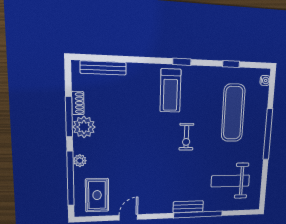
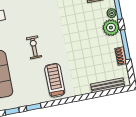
window: (182, 62) -> (34, 107), moved
plant: (84, 127) -> (111, 28), moved

